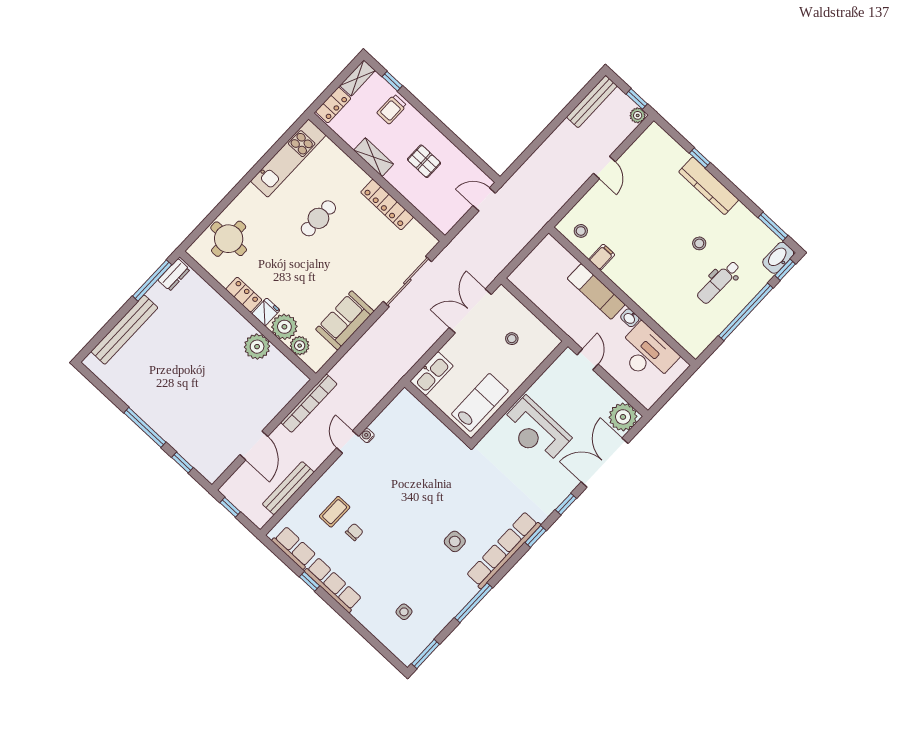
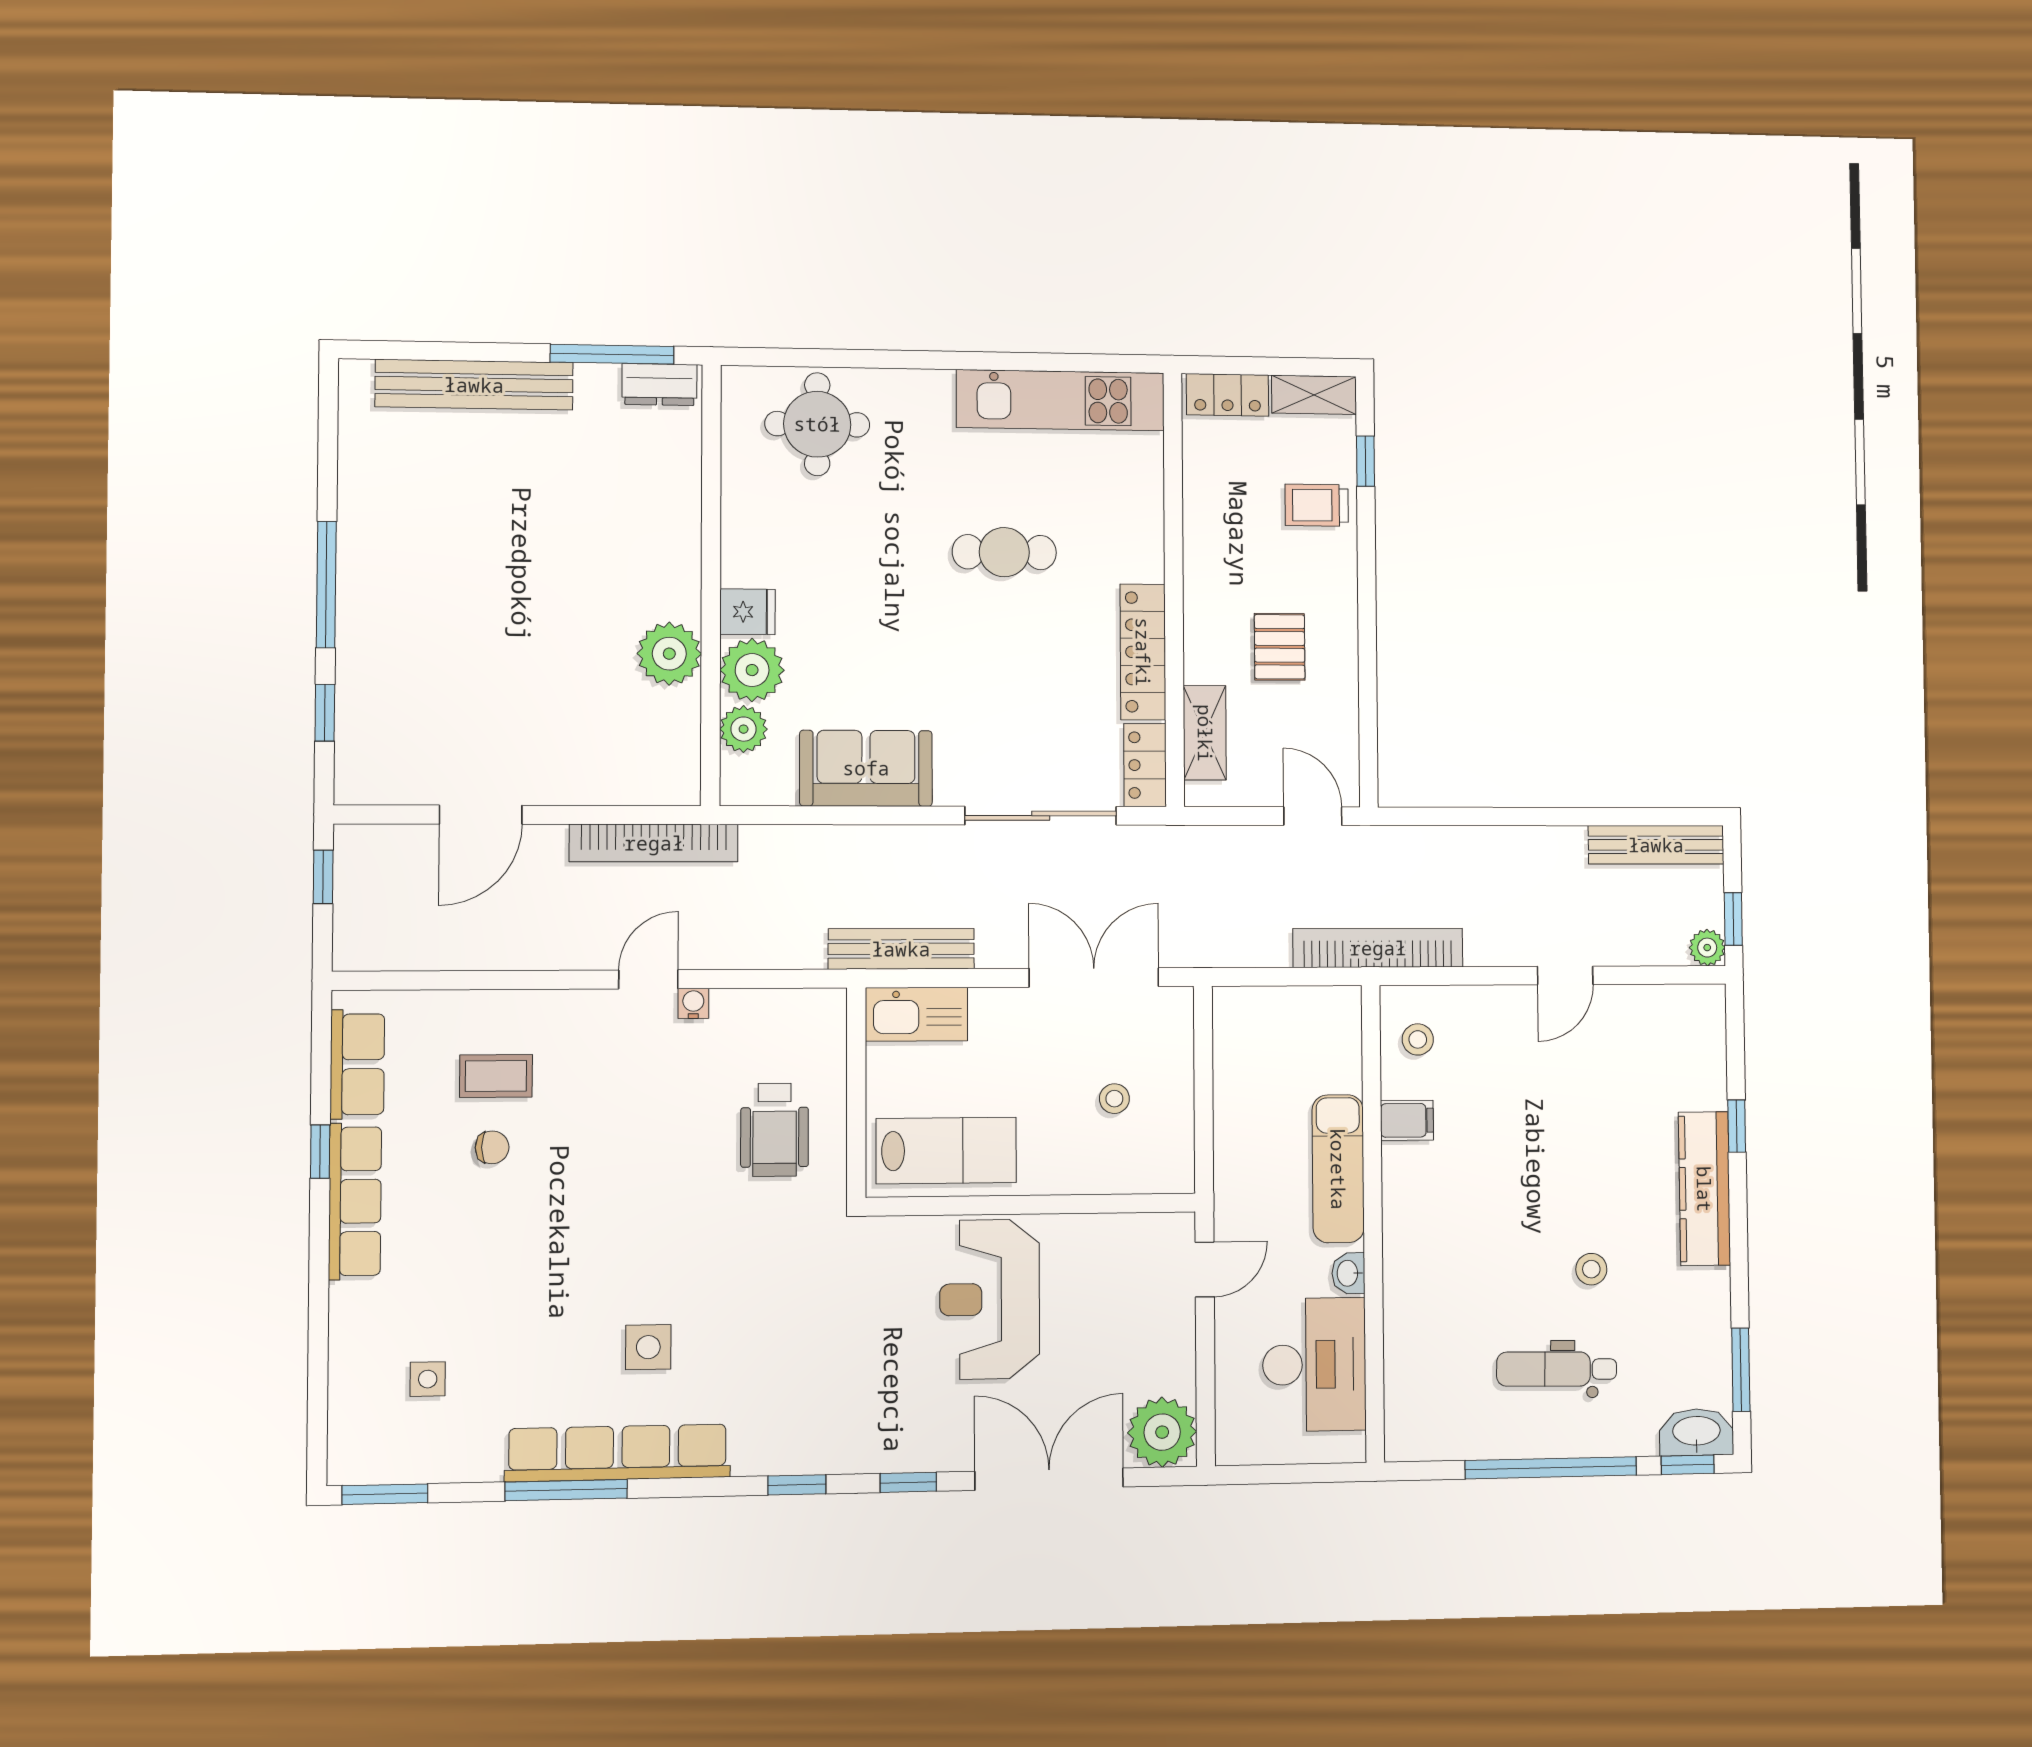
shelving: (374, 157) -> (1205, 733), moved
bookcase: (542, 217) -> (1378, 948), added
locker: (244, 295) -> (1145, 765), moved, turned 180
wheelchair: (426, 447) -> (775, 1130), added
bench: (288, 488) -> (901, 949), moved
row of seats: (503, 550) -> (618, 1453), moved

